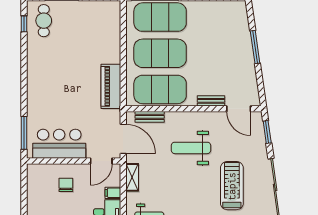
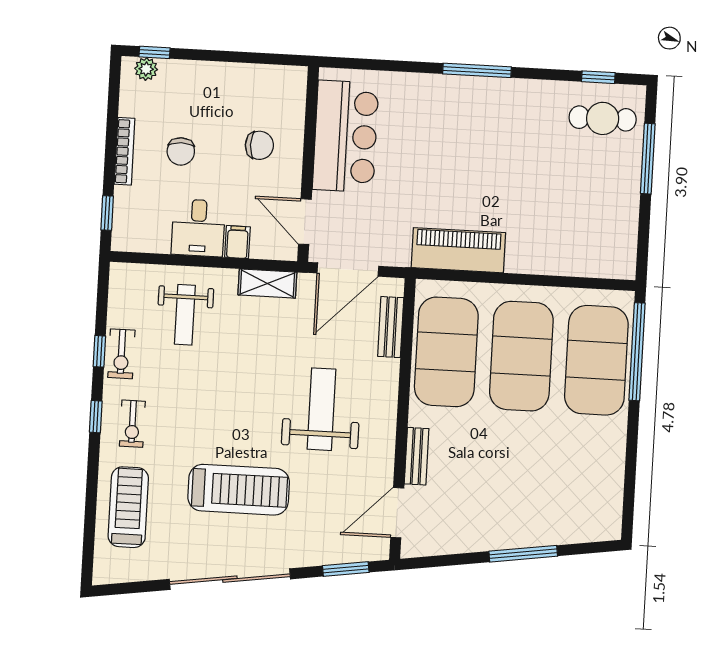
window: (24, 133) -> (477, 70), moved

